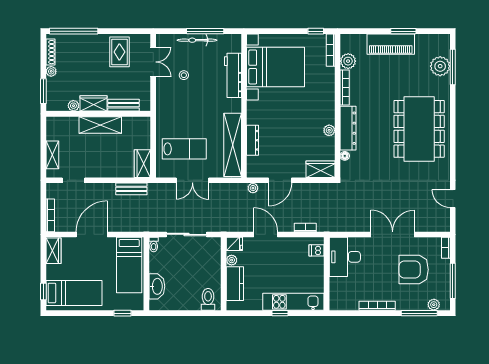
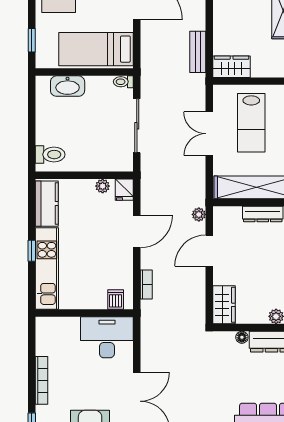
door: (280, 180) -> (209, 251), hinge flipped
kitchen counter: (235, 284) -> (47, 204), moved, turned -90

